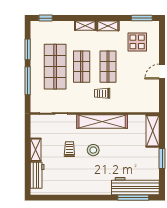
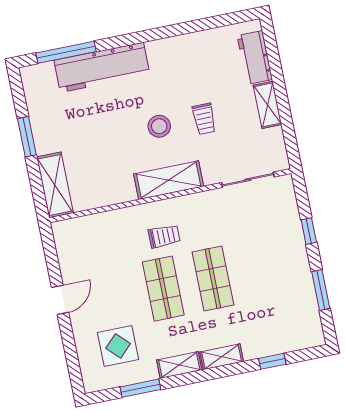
window: (46, 18) -> (272, 361), moved
window: (142, 18) -> (140, 388), moved
shop shelf: (55, 67) -> (263, 268), removed
window: (28, 81) -> (309, 231), width x0.46
shelving: (102, 121) -> (169, 180), width x0.68
workbench: (135, 186) -> (102, 67), moved

